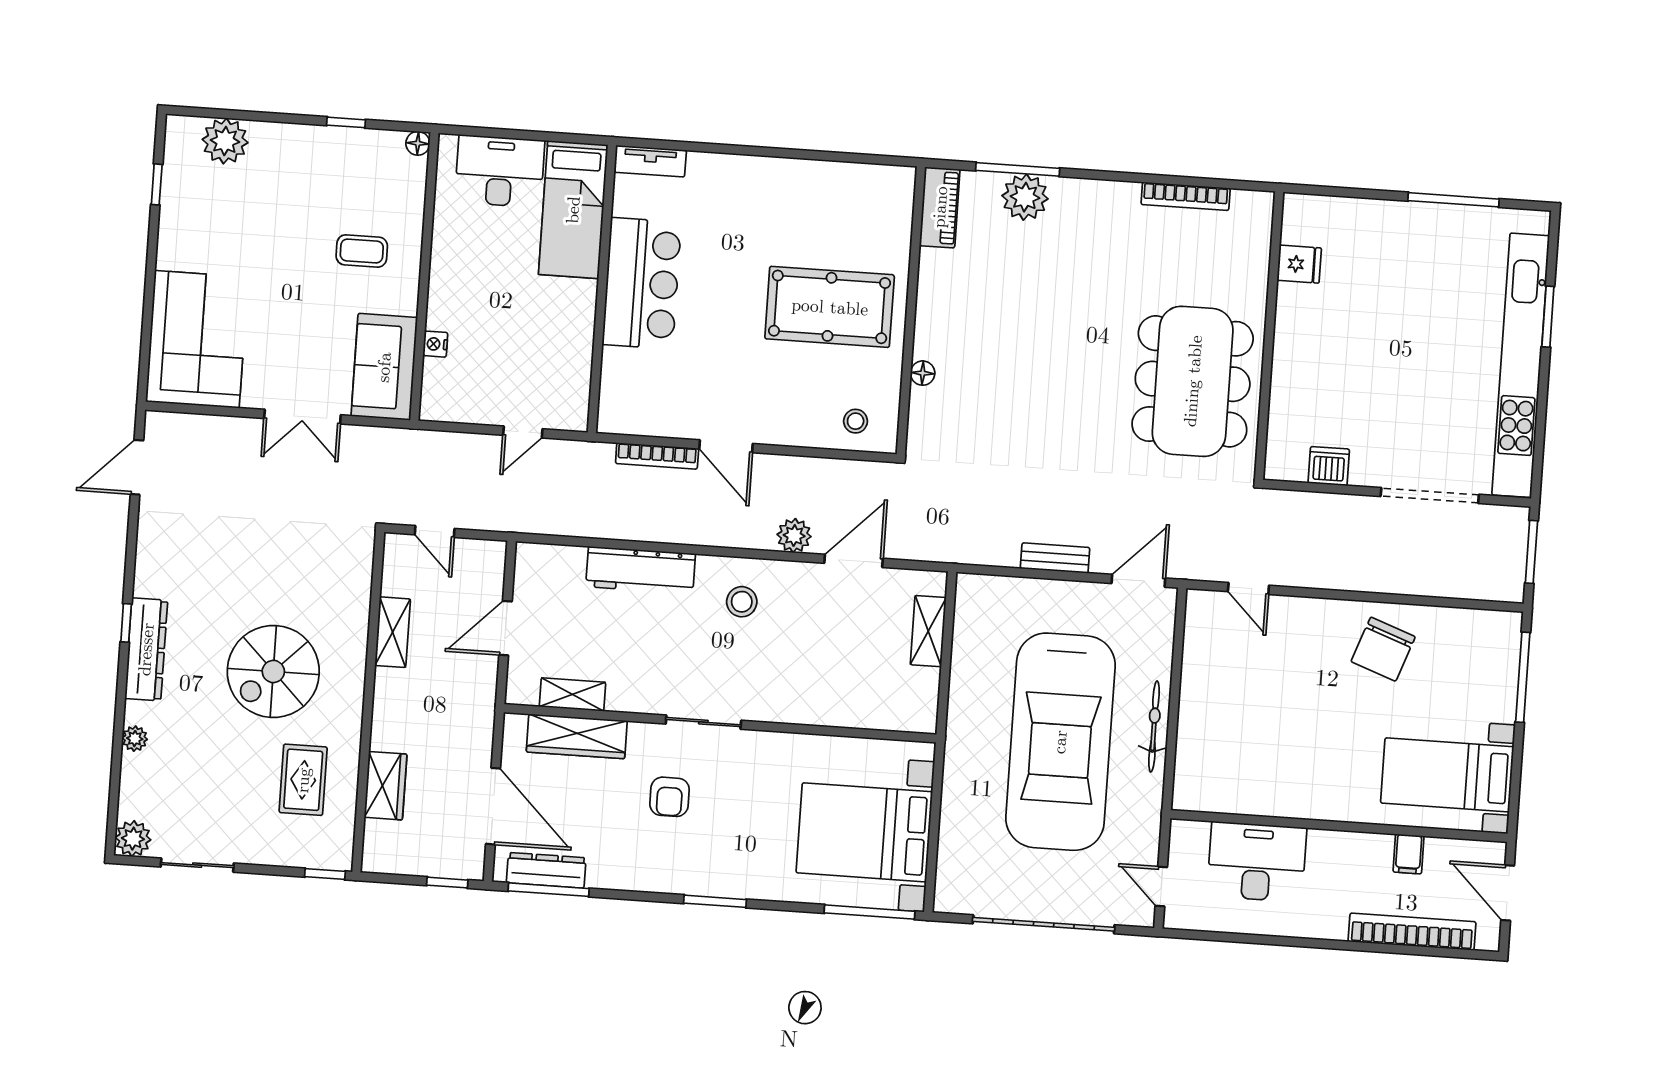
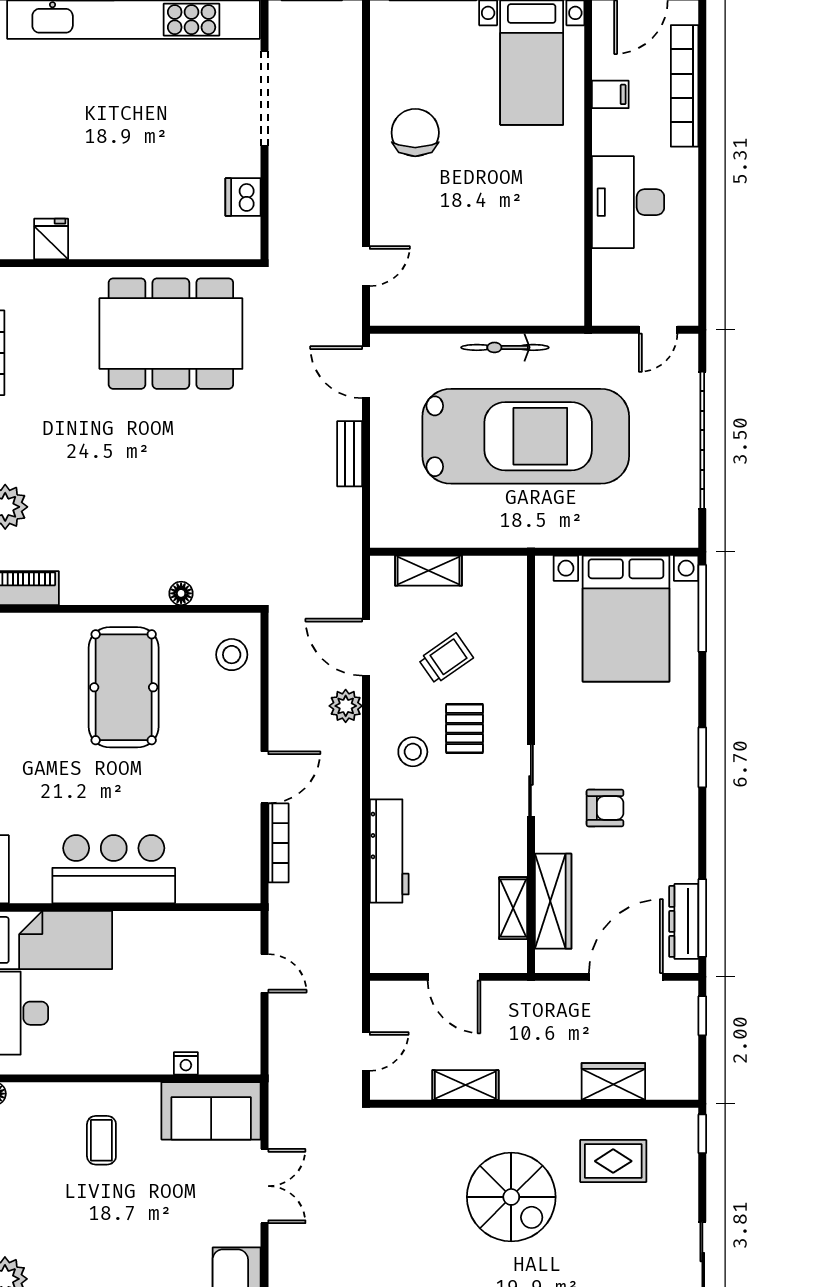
stool: (856, 421) -> (232, 655), width x1.37, depth x1.37
trolley: (836, 643) -> (446, 659), added
chair: (1383, 649) -> (415, 133), turned -110
pallet: (762, 657) -> (465, 728), added
desk: (1257, 862) -> (628, 202), moved

